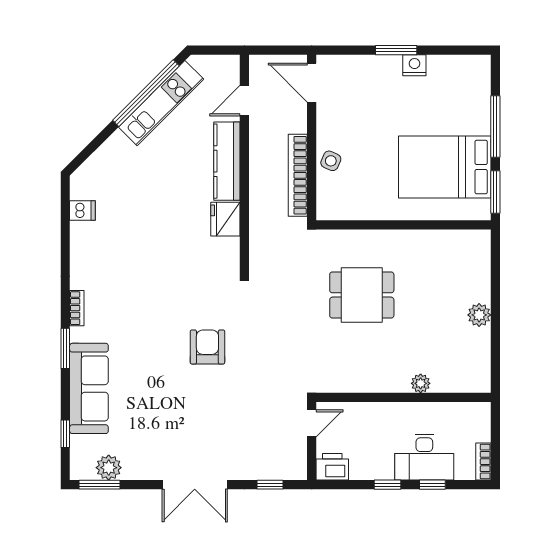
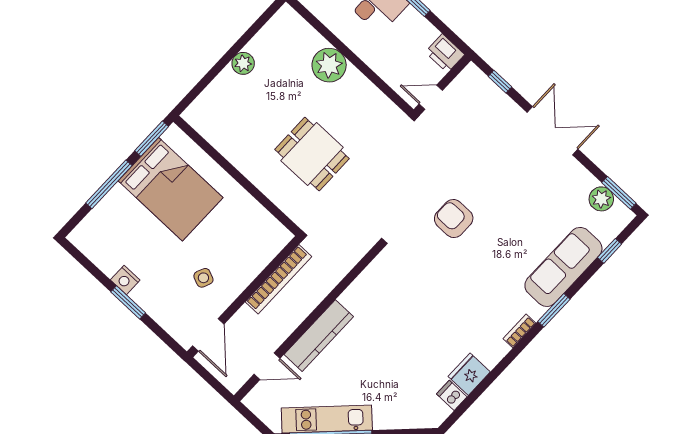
side table: (331, 161) -> (203, 278), moved
fridge: (225, 219) -> (469, 374), moved, turned 180
armchair: (207, 347) -> (454, 219), turned 90
plant: (421, 383) -> (329, 65), width x1.88, depth x1.88

